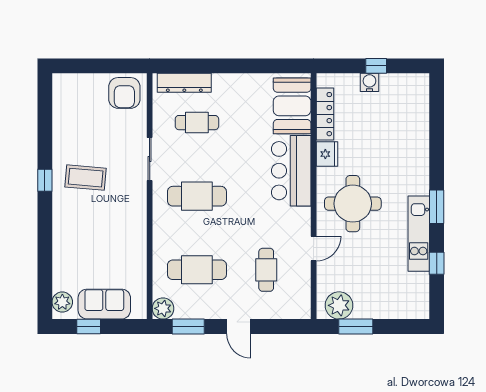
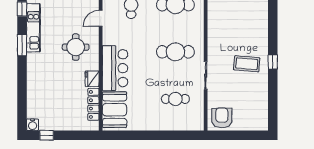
window: (376, 66) -> (47, 135), moved
water cooler: (369, 82) -> (33, 125), moved
dresser: (184, 83) -> (183, 124), removed
round table: (353, 204) -> (76, 47), width x0.73, depth x0.73

